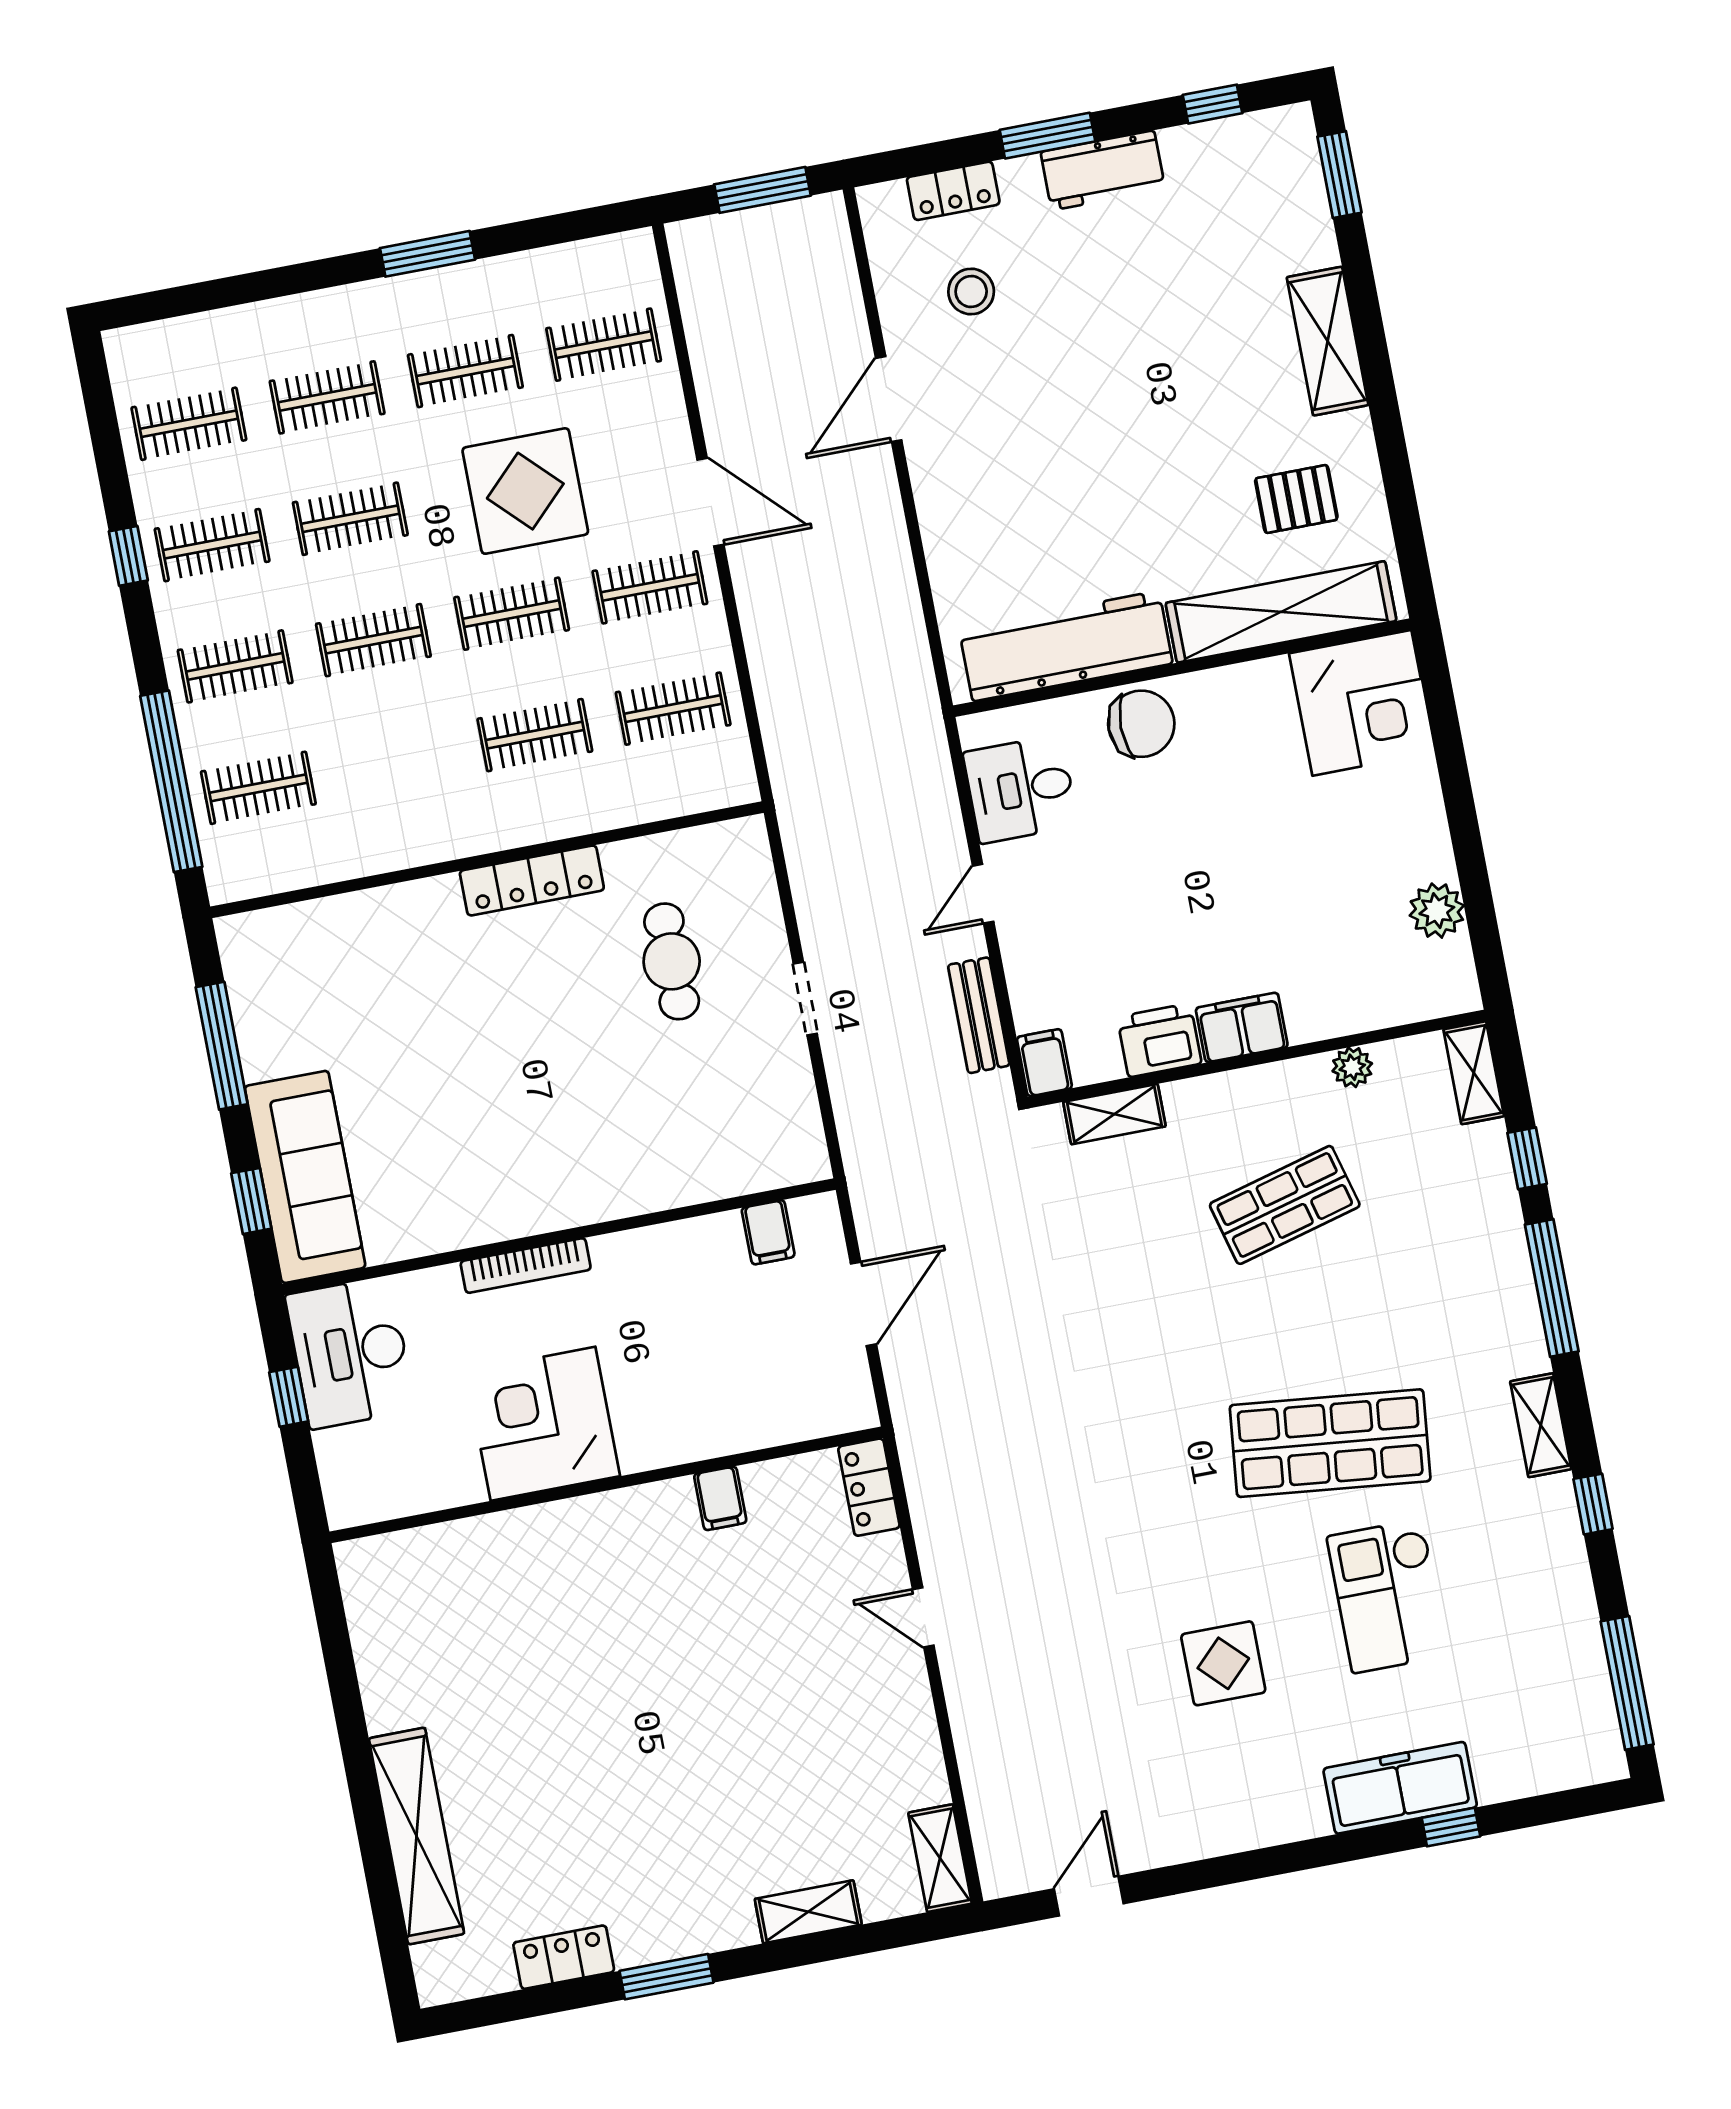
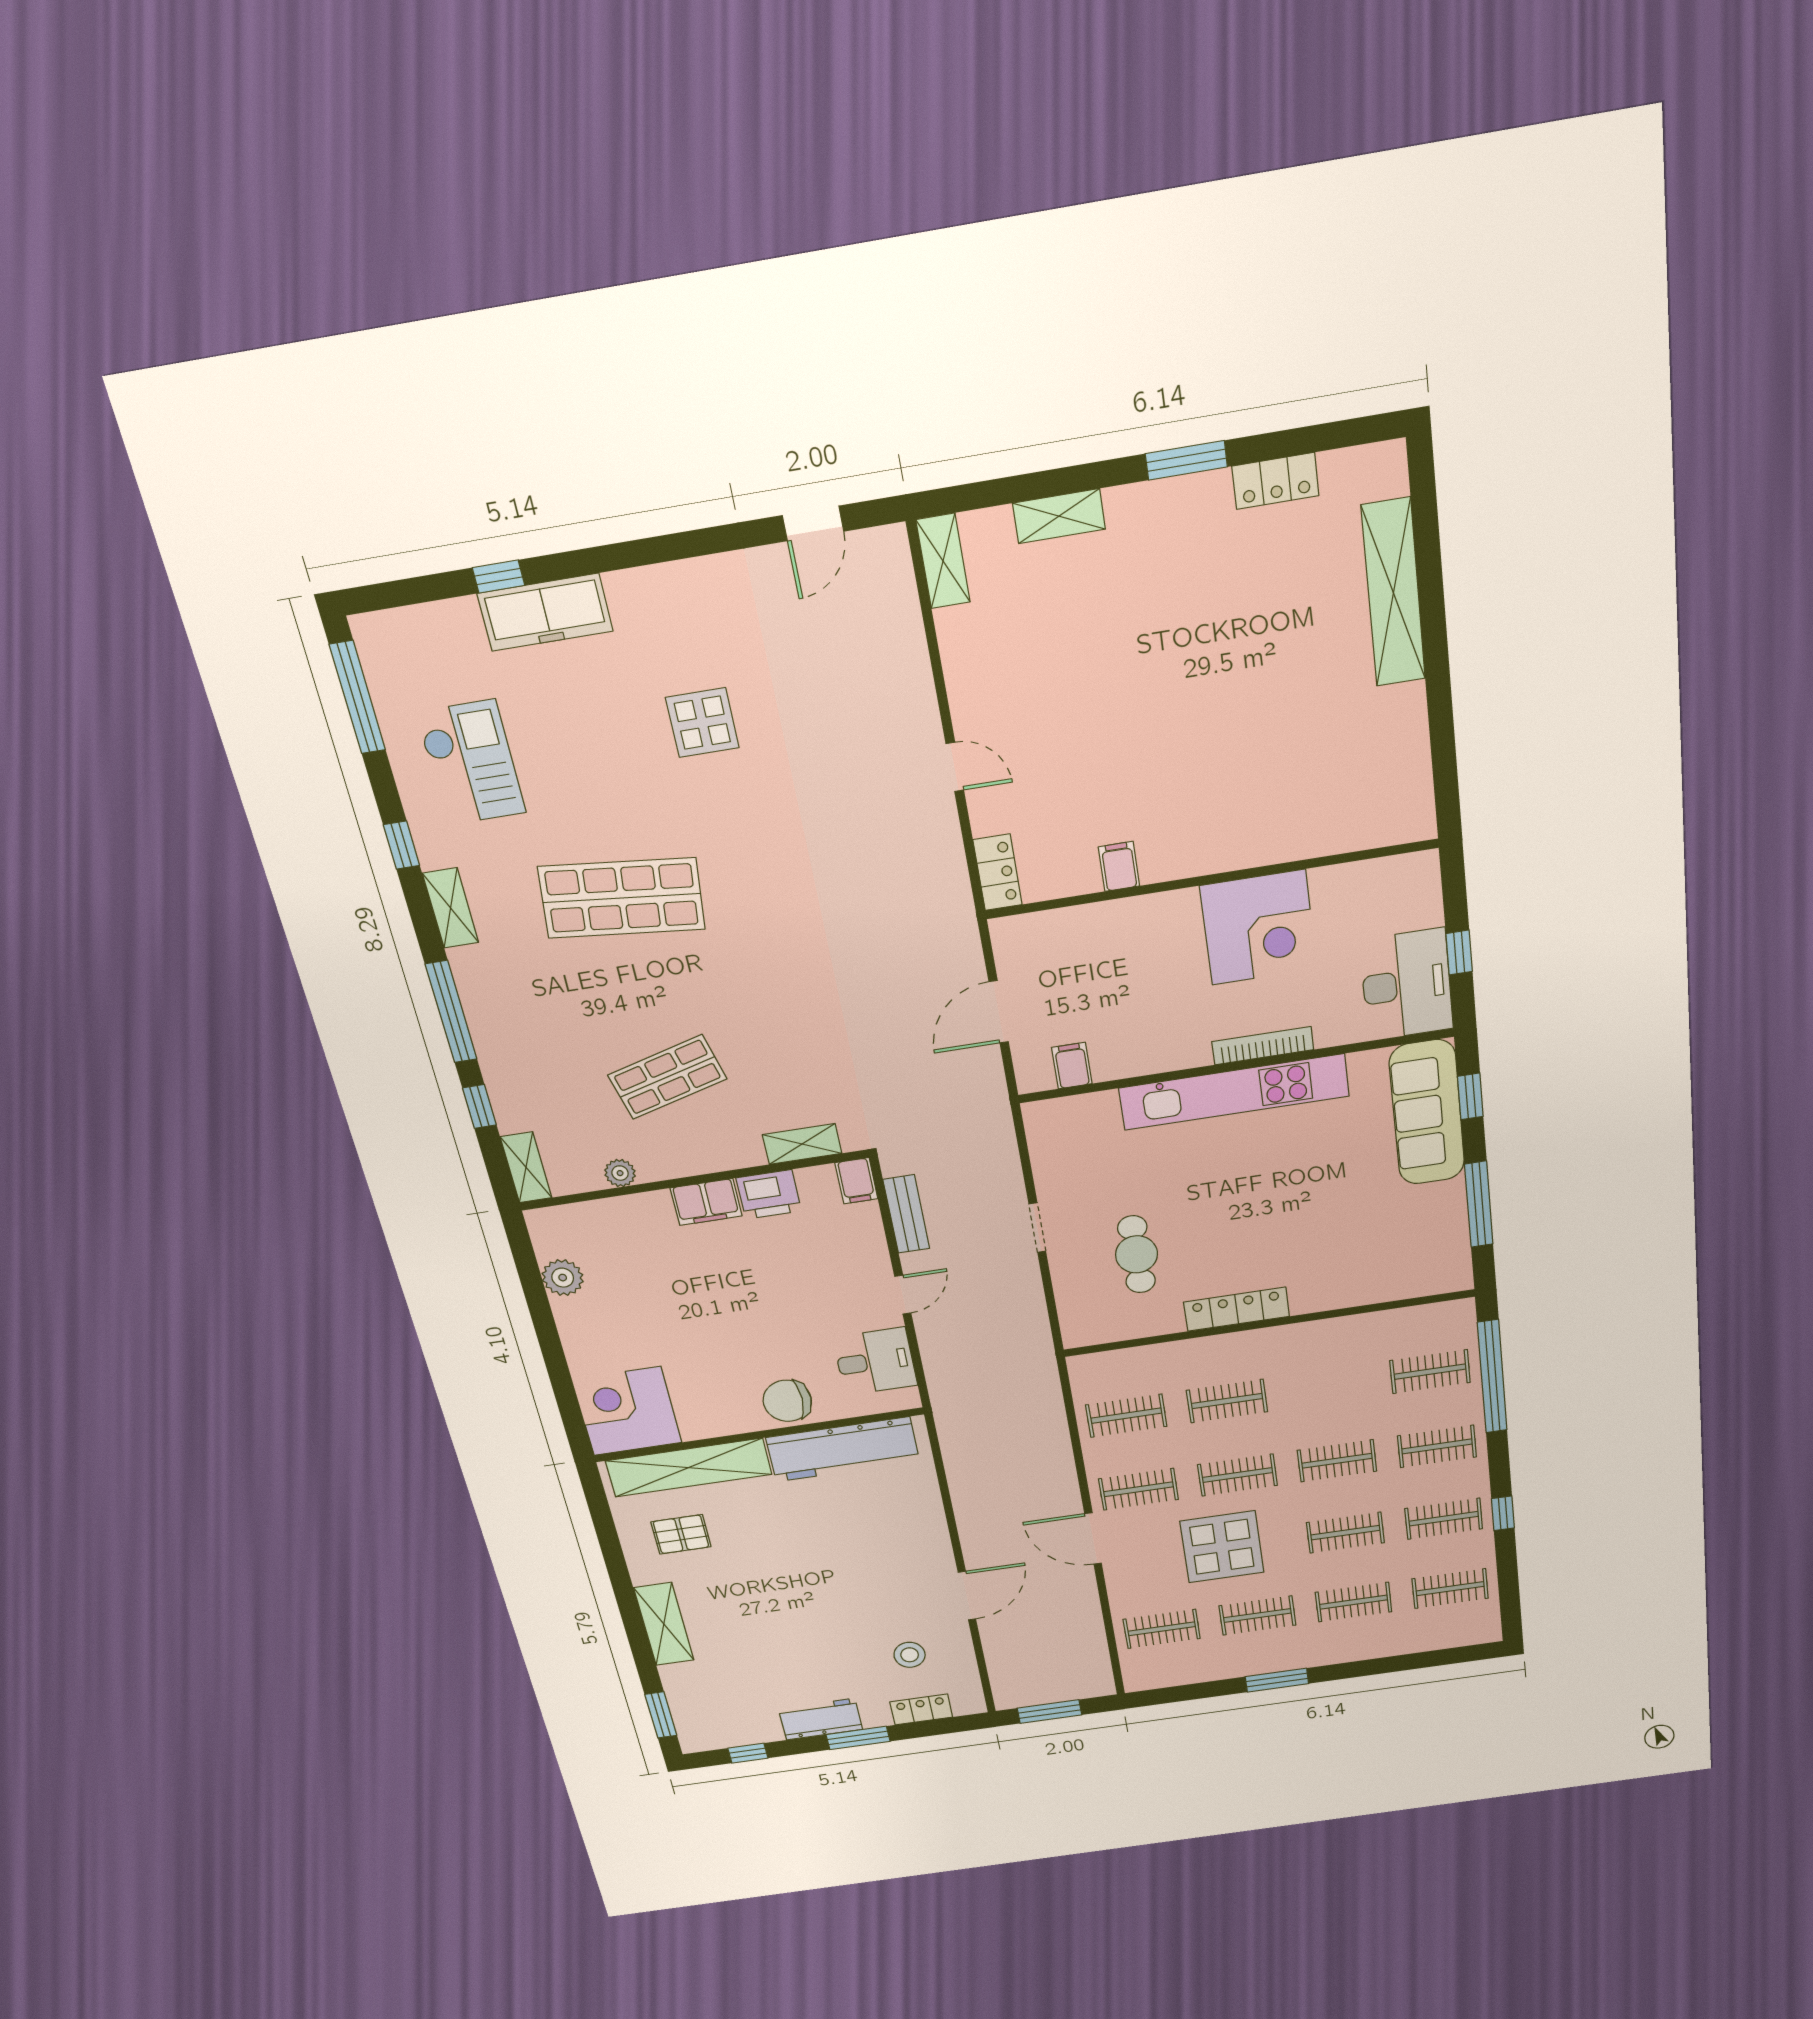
kitchen unit: (558, 1200) -> (1234, 1092), added
checkout: (1388, 1596) -> (471, 763), moved

